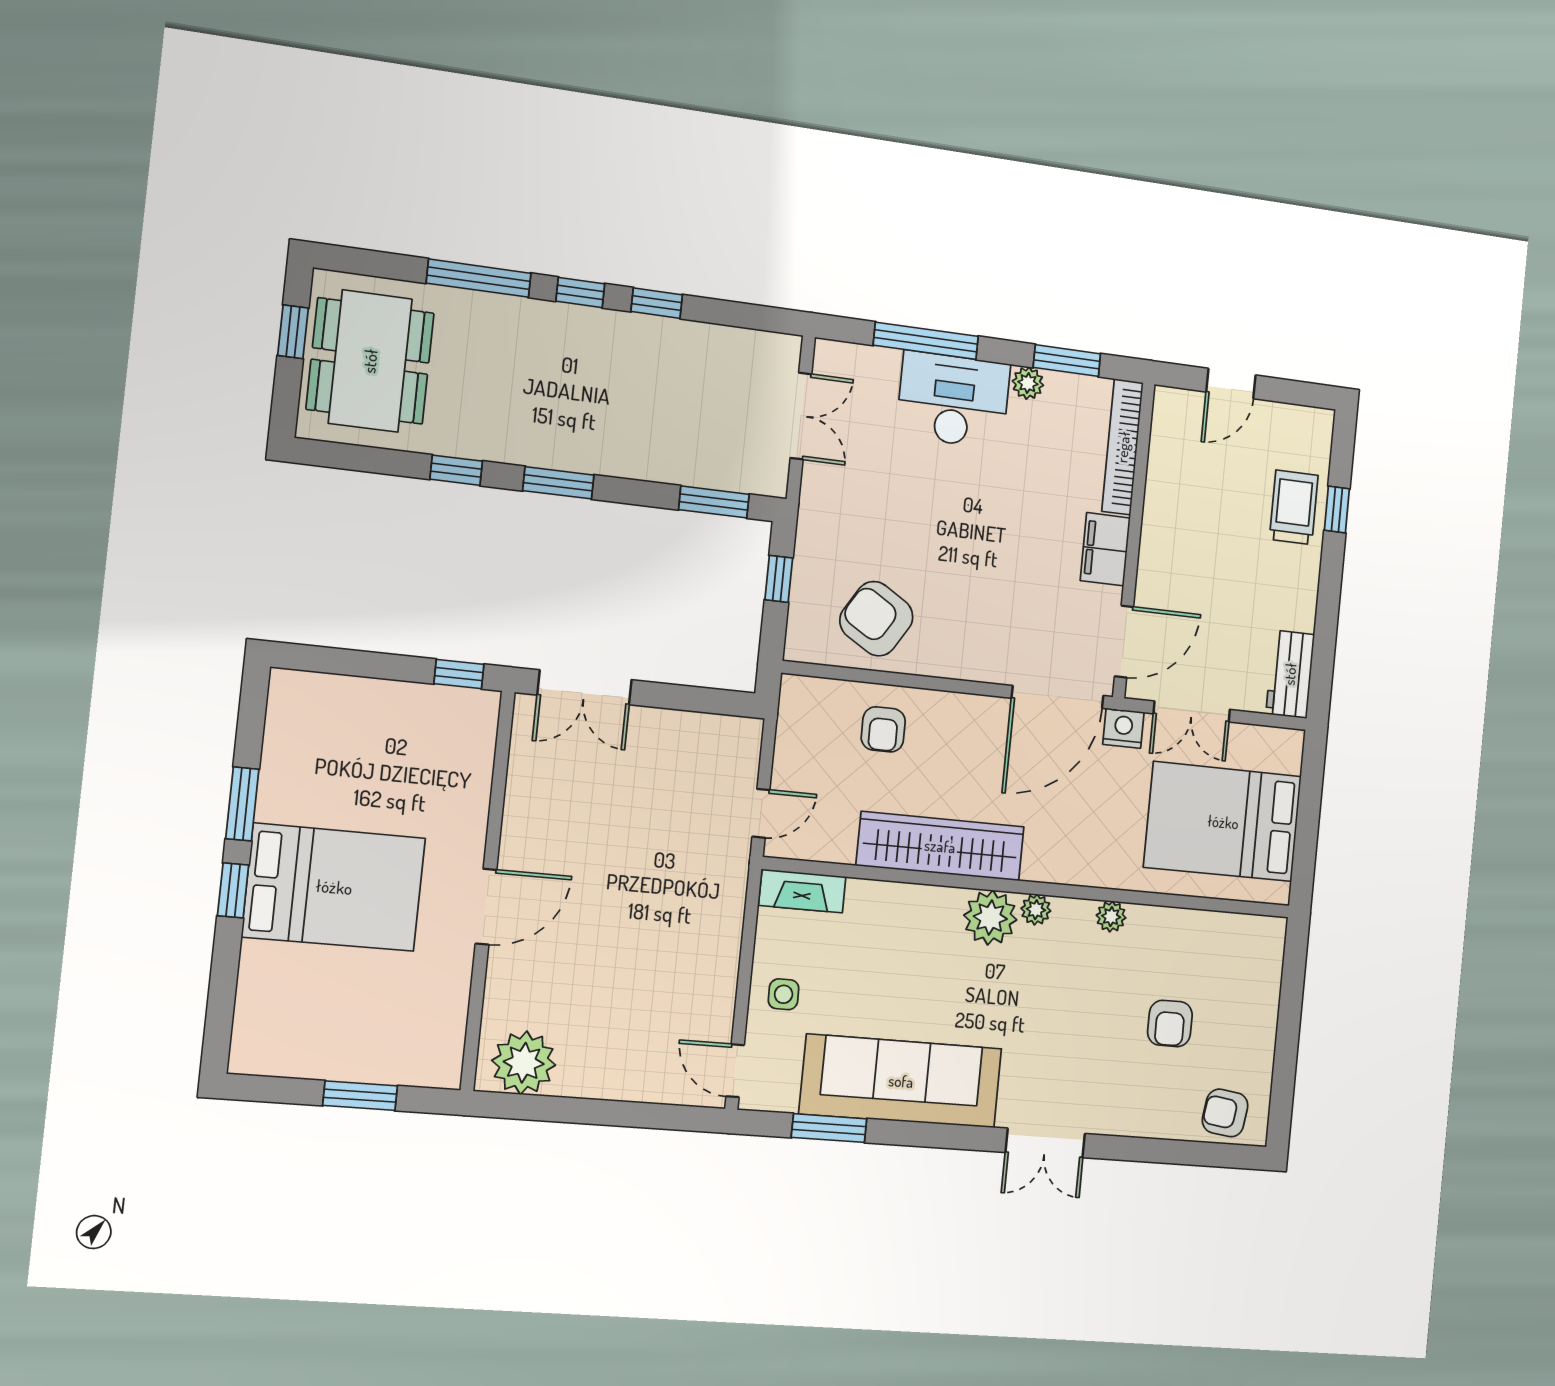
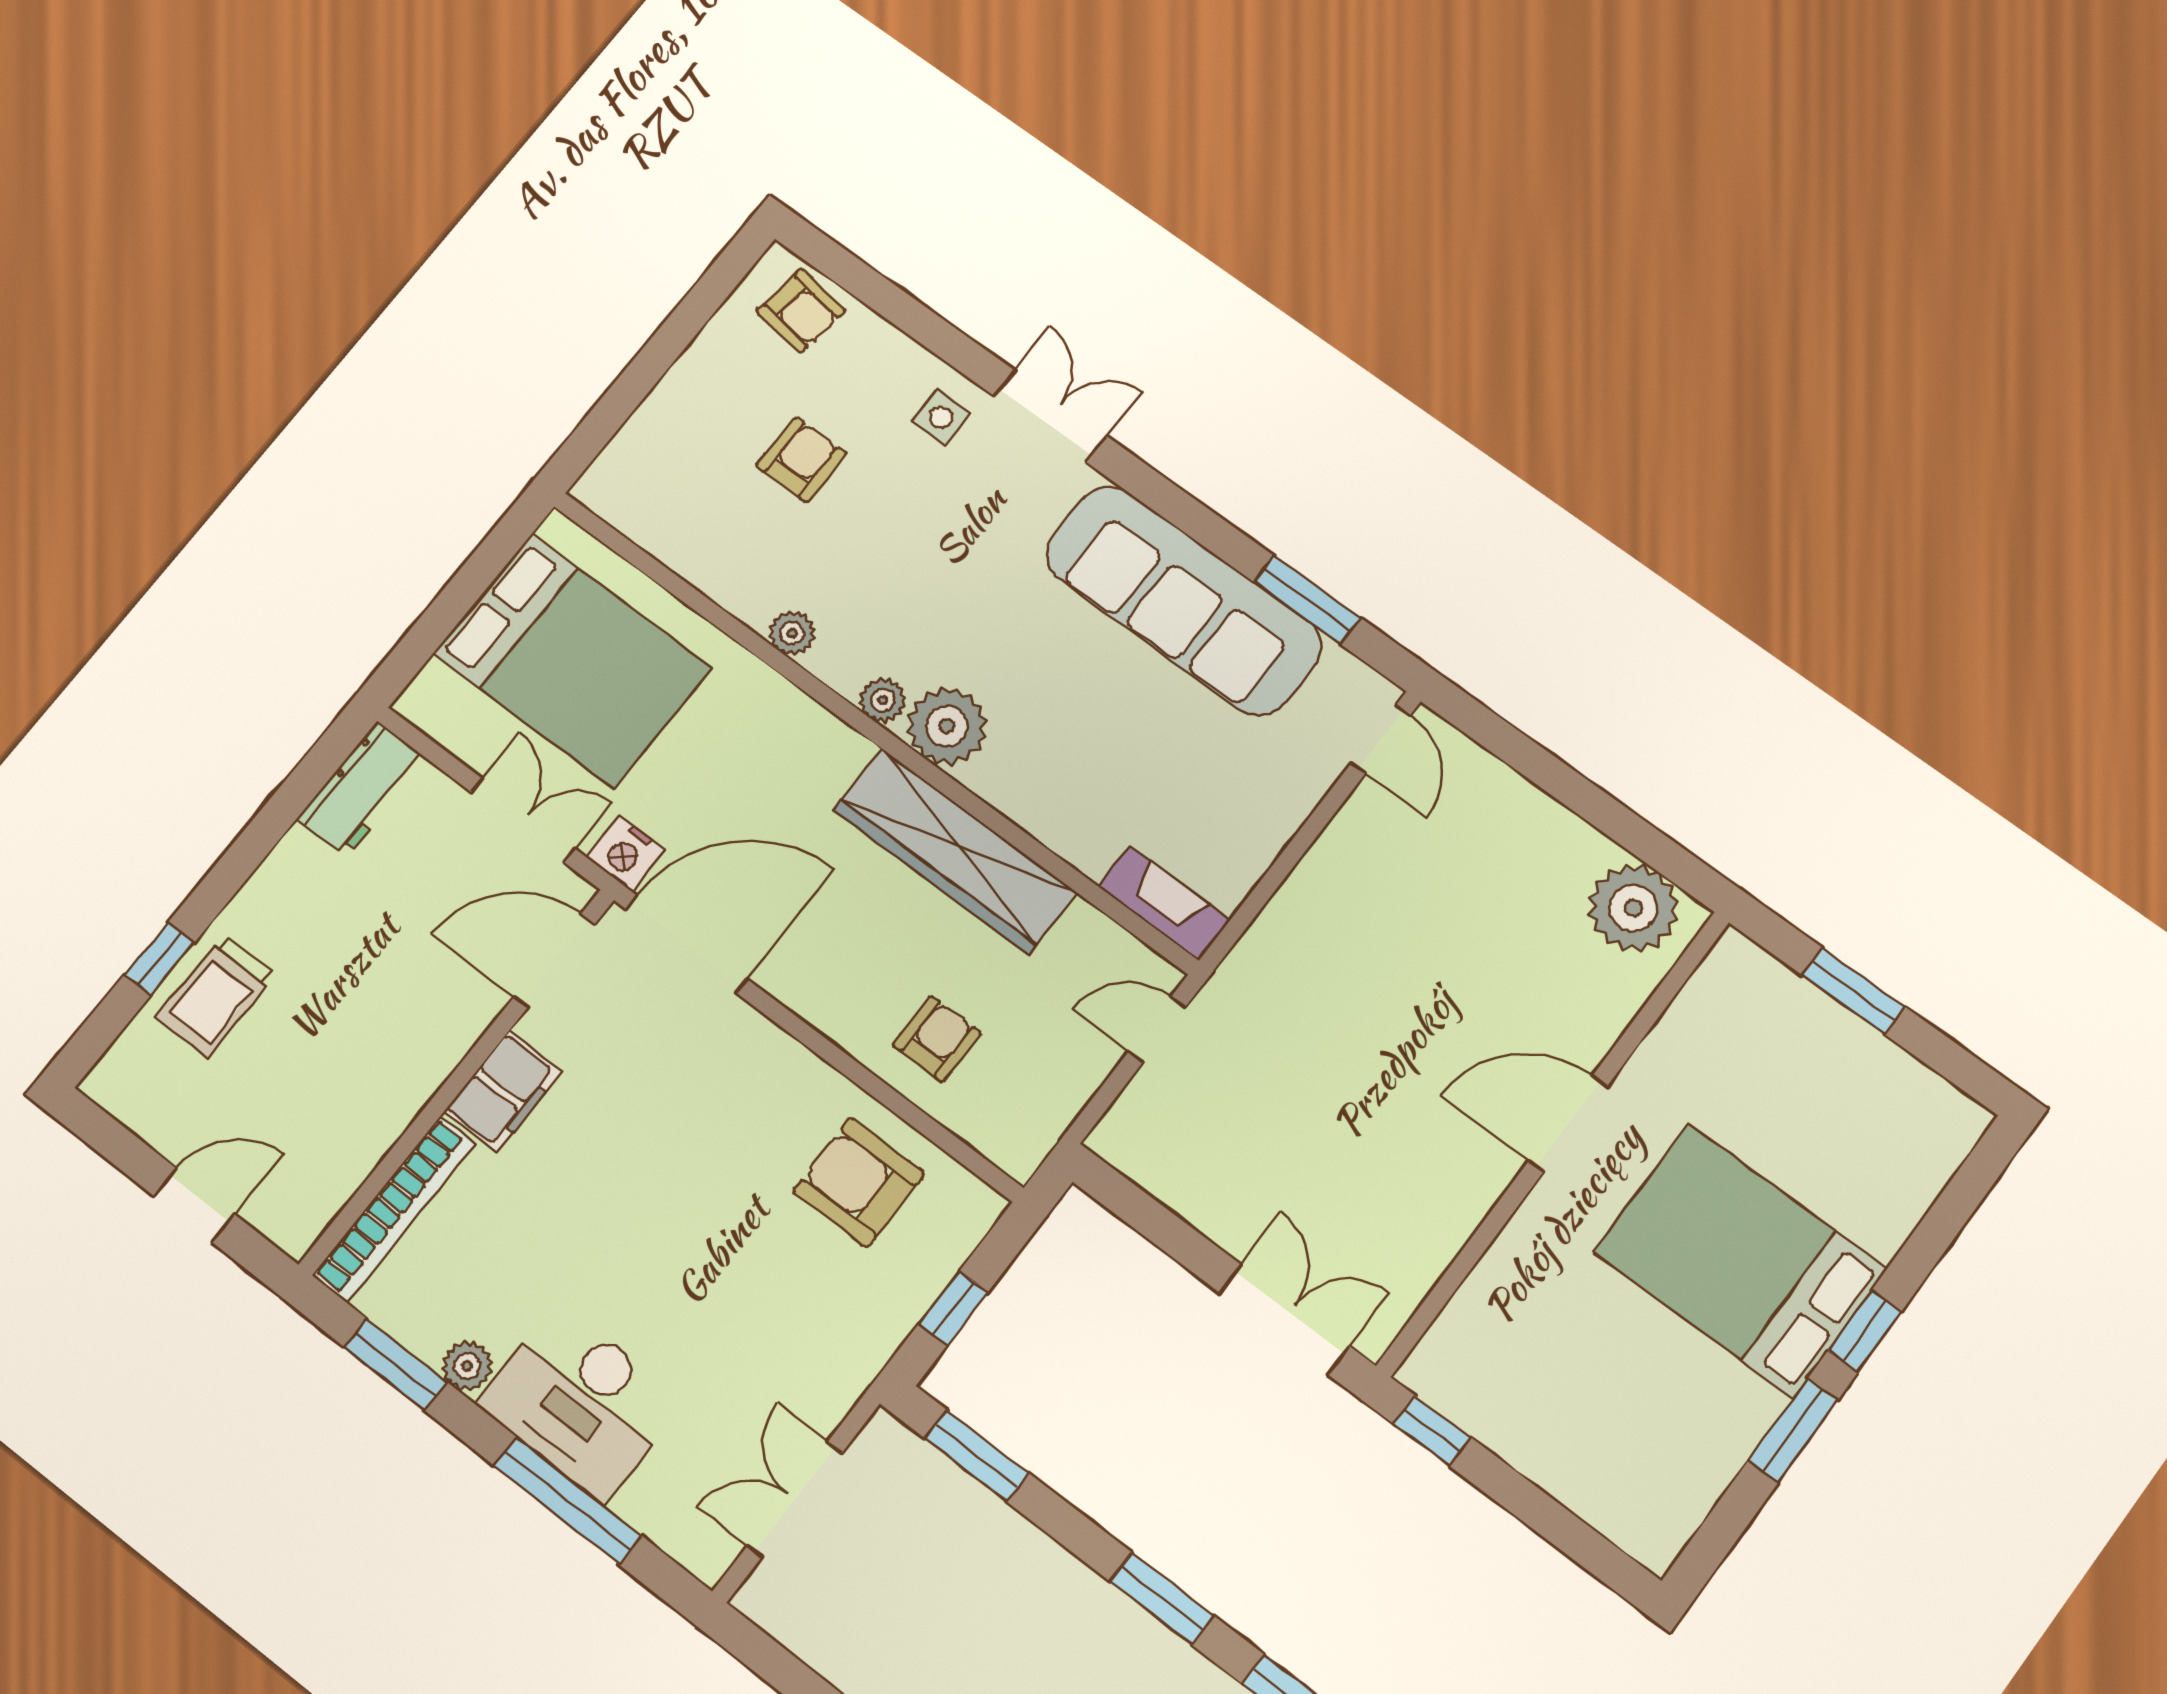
armchair: (876, 619) -> (859, 1182), turned 148
side table: (784, 994) -> (941, 417), moved

